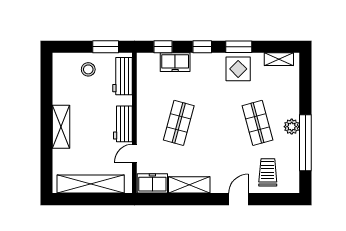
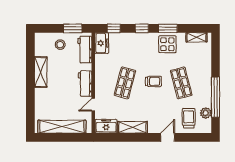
freezer: (175, 62) -> (102, 43), moved, turned -90
trolley: (219, 121) -> (153, 81), added
shelving: (61, 127) -> (41, 72), moved
plant: (292, 127) -> (206, 113), moved

